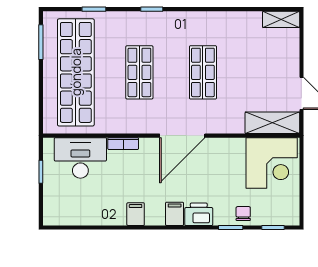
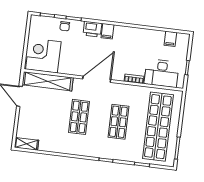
shelving: (272, 123) -> (48, 81), width x1.47
filing cabinet: (136, 214) -> (170, 39), moved

